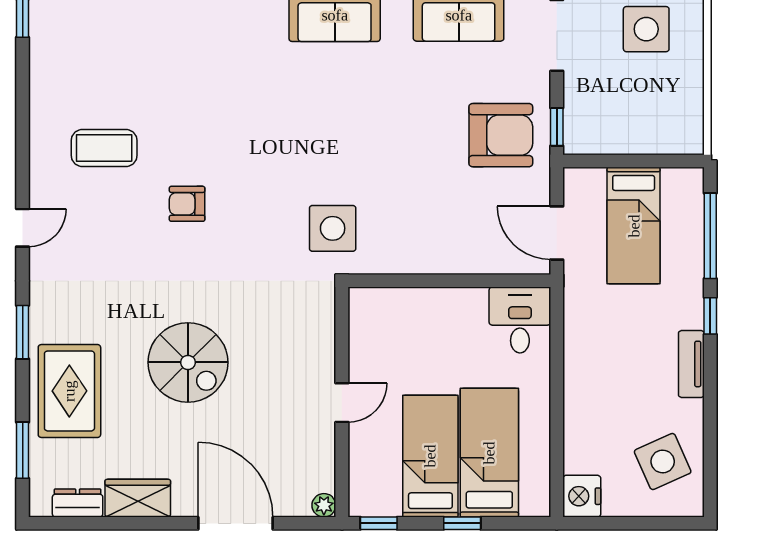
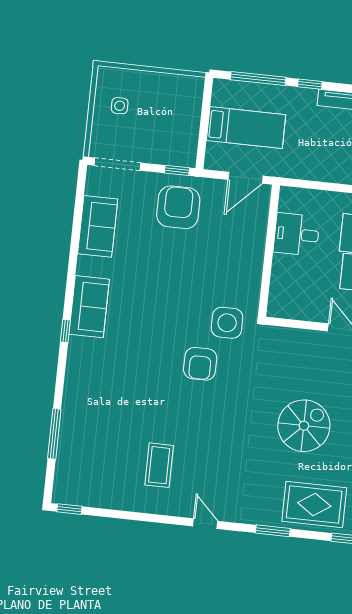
side table: (646, 29) -> (120, 106), width x0.54, depth x0.54
armchair: (187, 204) -> (200, 364), moved, width x1.38, depth x1.38
desk: (520, 320) -> (297, 234), moved

